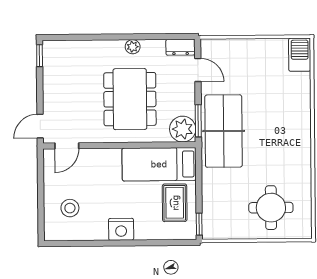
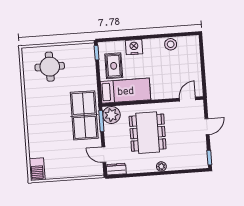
plant: (133, 47) -> (161, 166), moved
door: (40, 126) -> (207, 127), moved
stool: (70, 208) -> (171, 44), moved
nightstand: (121, 229) -> (134, 47), moved

